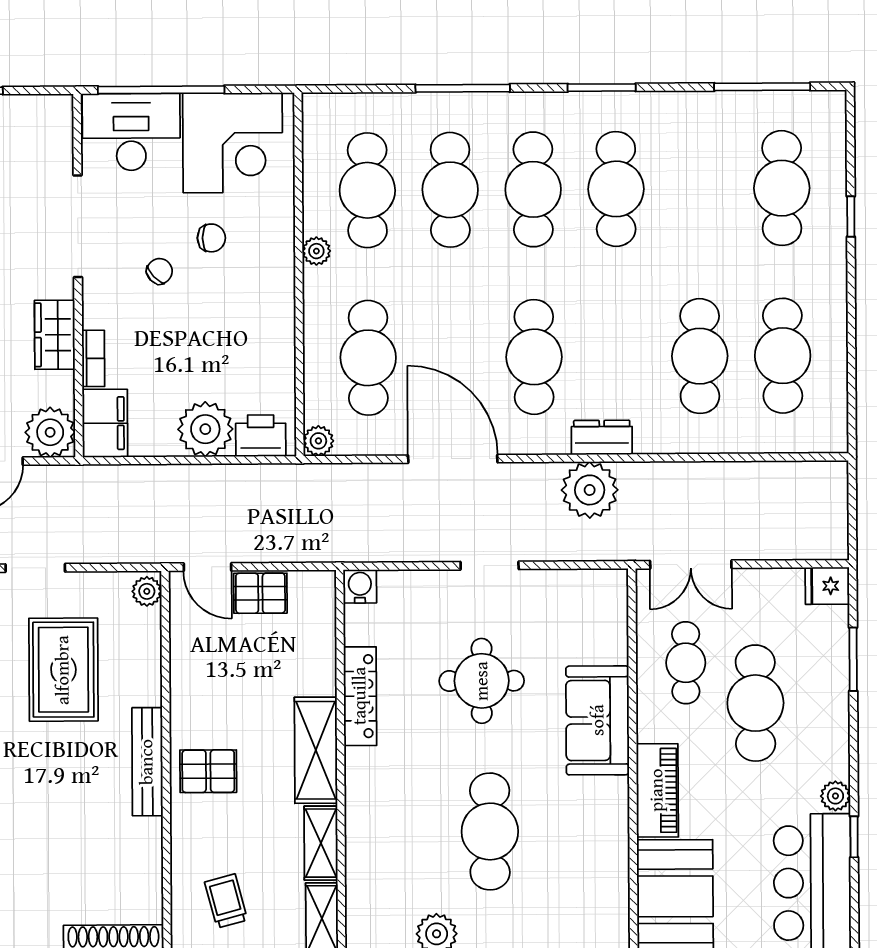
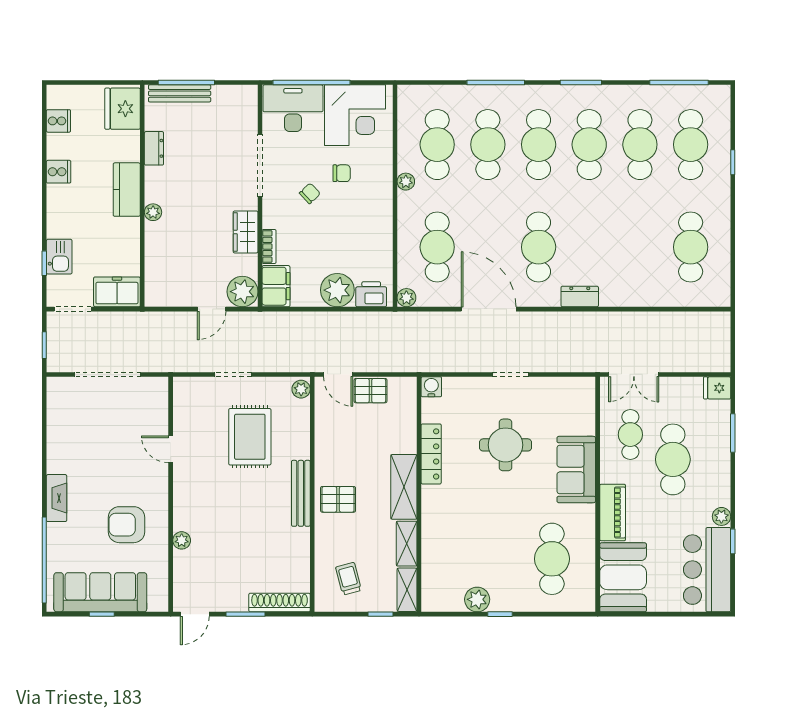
cafe table: (700, 356) -> (640, 145), moved
plant: (590, 490) -> (572, 329), removed
cafe table: (490, 831) -> (552, 559), moved

